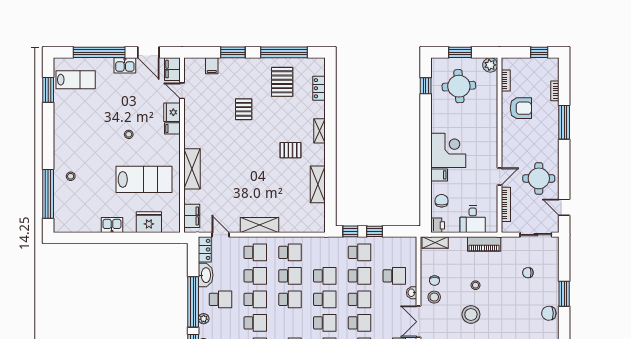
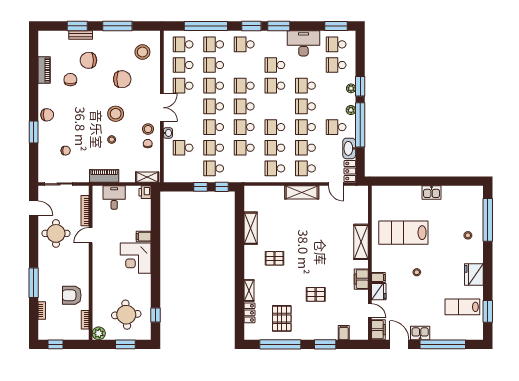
lab bench: (76, 80) -> (462, 307), moved
pallet: (244, 109) -> (316, 294), turned 90
shelving: (320, 131) -> (249, 290), moved
chair: (442, 201) -> (142, 214), removed
filing cabinet: (192, 216) -> (361, 279), moved
fridge: (149, 222) -> (474, 274), moved, turned 90

